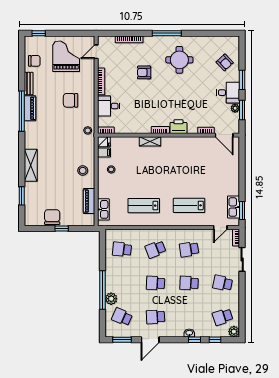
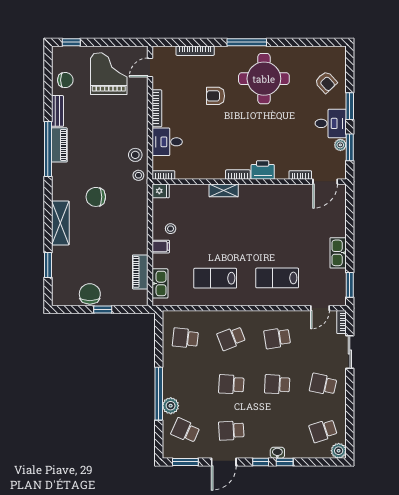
round table: (179, 60) -> (264, 79), width x1.36, depth x1.36
chair: (70, 100) -> (96, 197), moved
door: (224, 135) -> (325, 182), hinge flipped
filing cabinet: (104, 153) -> (161, 247), moved
stool: (83, 171) -> (135, 155), moved
kitchen sink: (234, 207) -> (338, 253), moved
window: (215, 340) -> (261, 462), moved

